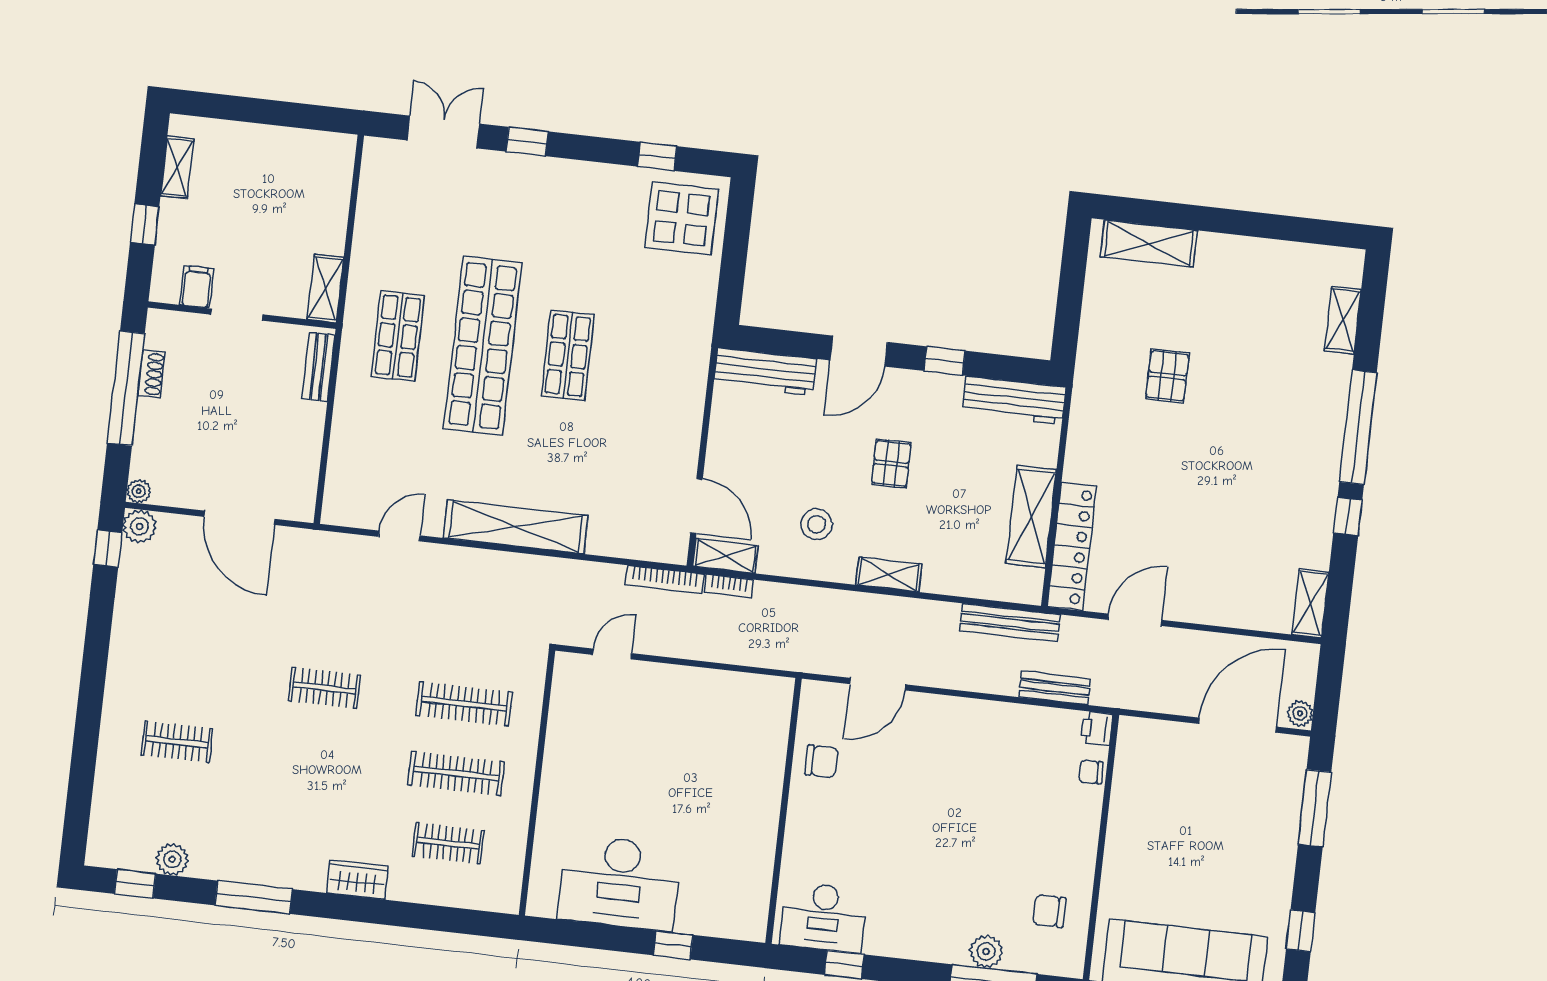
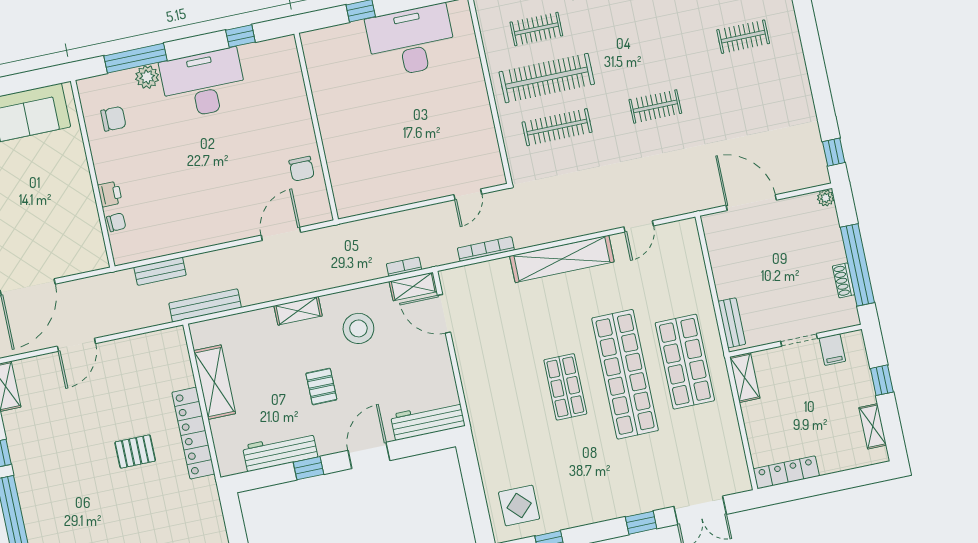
locker: (312, 144) -> (786, 472), added
display table: (681, 218) -> (519, 506), width x0.73, depth x0.73
shop shelf: (398, 336) -> (685, 362), width x1.43, depth x1.36
pallet: (1167, 376) -> (135, 451), moved, turned 90
workbench: (1014, 400) -> (280, 451), moved
stool: (816, 524) -> (358, 328), width x1.38, depth x1.38
plant: (140, 526) -> (817, 174), removed
locker: (1072, 546) -> (193, 433), moved
bookcase: (665, 579) -> (486, 249), moved
door: (1135, 620) -> (76, 345), moved
printer: (1097, 728) -> (110, 194), moved
chair: (821, 761) -> (302, 169), turned -90
clothes rail: (456, 774) -> (547, 78), width x1.37, depth x1.31
desk: (823, 917) -> (203, 84), moved, width x1.36, depth x1.30

